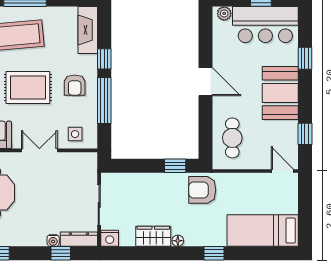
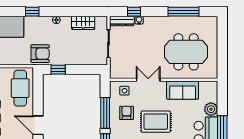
armchair: (75, 85) -> (127, 113), moved
cafe table: (232, 138) -> (20, 88), width x1.37, depth x1.35
double door: (39, 150) -> (148, 80), swing flipped
wardrobe: (153, 236) -> (83, 23), moved
nightstand: (110, 238) -> (101, 22), removed

